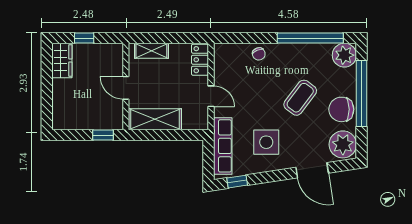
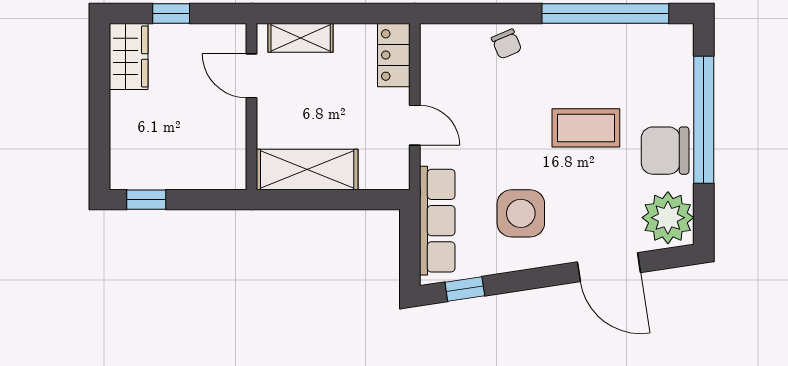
plant: (344, 55) -> (671, 46), removed
door: (126, 88) -> (251, 76), moved
coffee table: (300, 98) -> (586, 128), turned 53
window: (103, 135) -> (146, 200), moved

